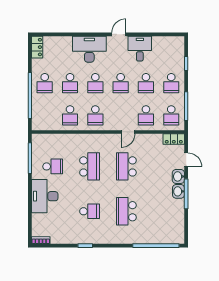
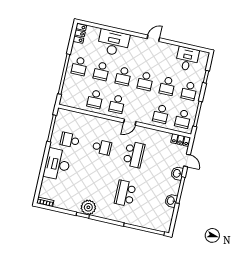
desk: (89, 49) -> (113, 43), moved
desk: (140, 49) -> (187, 59), moved
door: (128, 132) -> (130, 122), moved
school desk: (53, 166) -> (70, 140), turned 180
school desk: (90, 166) -> (102, 147), width x0.54
school desk: (126, 166) -> (134, 154), turned 180
washbasin: (178, 191) -> (171, 201), moved
school desk: (90, 211) -> (93, 186), removed
plant: (89, 236) -> (88, 207), added

